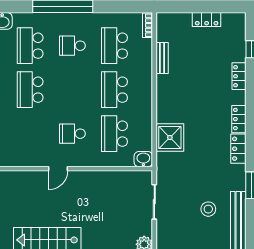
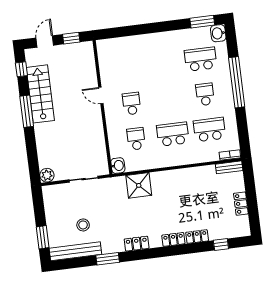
bench: (162, 58) -> (229, 167), moved
school desk: (30, 90) -> (164, 64), removed
locker: (239, 119) -> (173, 239), moved
school desk: (114, 134) -> (136, 139), width x0.54

